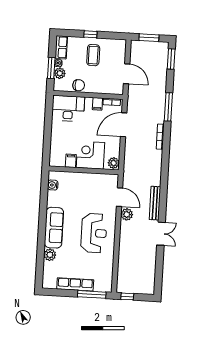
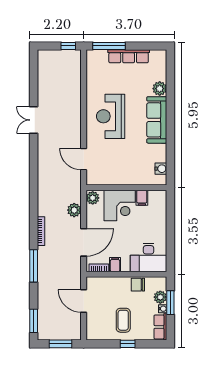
bench: (155, 203) -> (43, 155), removed
plant: (127, 214) -> (74, 210), moved

